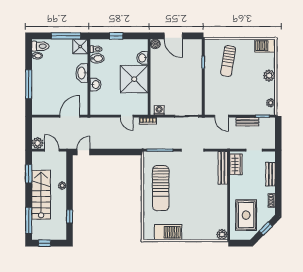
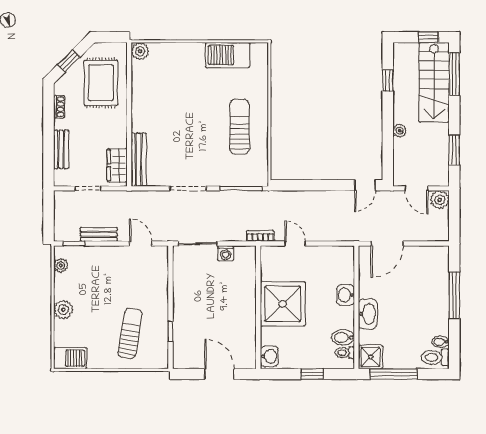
boiler: (155, 44) -> (248, 361), removed
washbasin: (142, 58) -> (269, 356), moved
washing machine: (159, 110) -> (226, 253), moved
sun lounger: (161, 188) -> (240, 127), width x0.73, depth x0.75
stairs: (41, 195) -> (434, 82), moved

